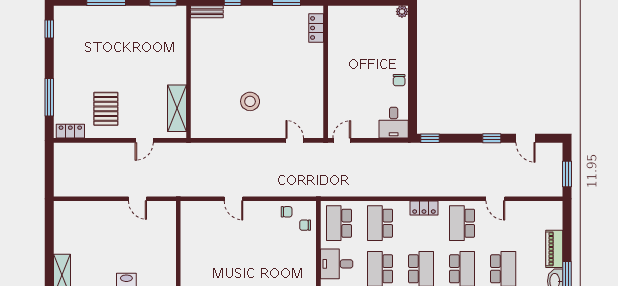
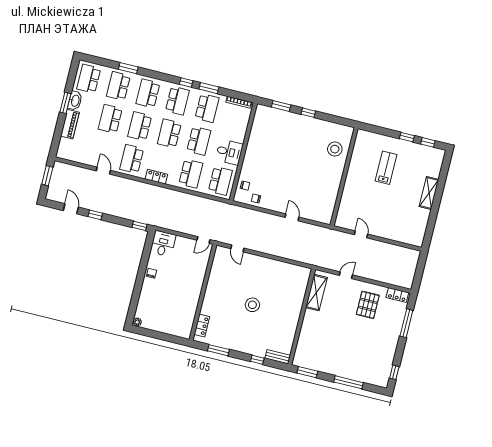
stool: (250, 101) -> (252, 305), moved
school desk: (462, 223) -> (132, 159), turned 180

